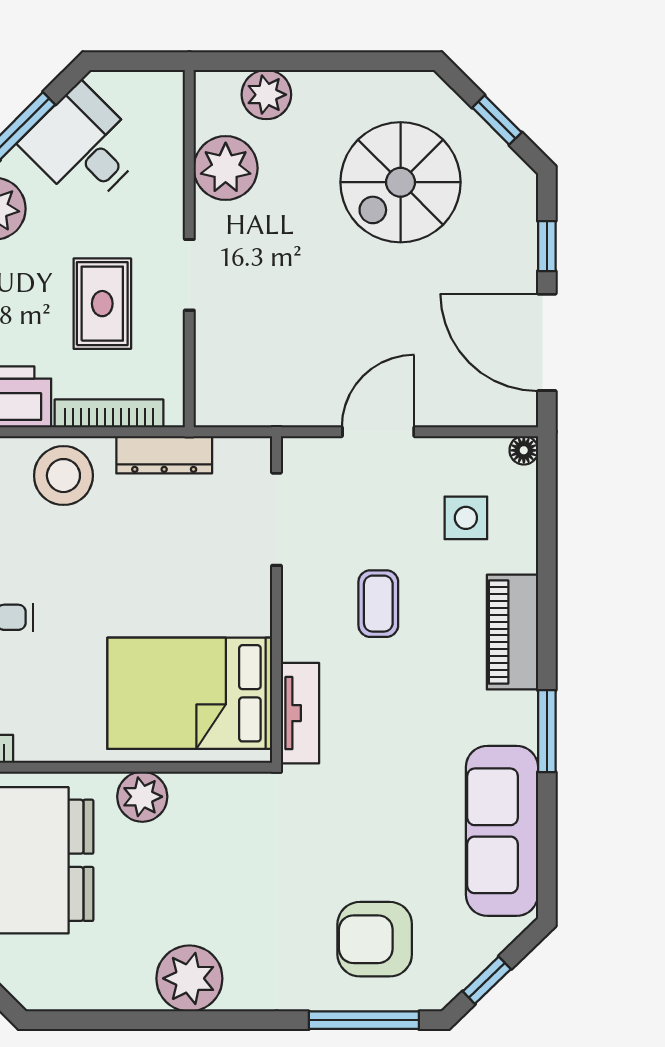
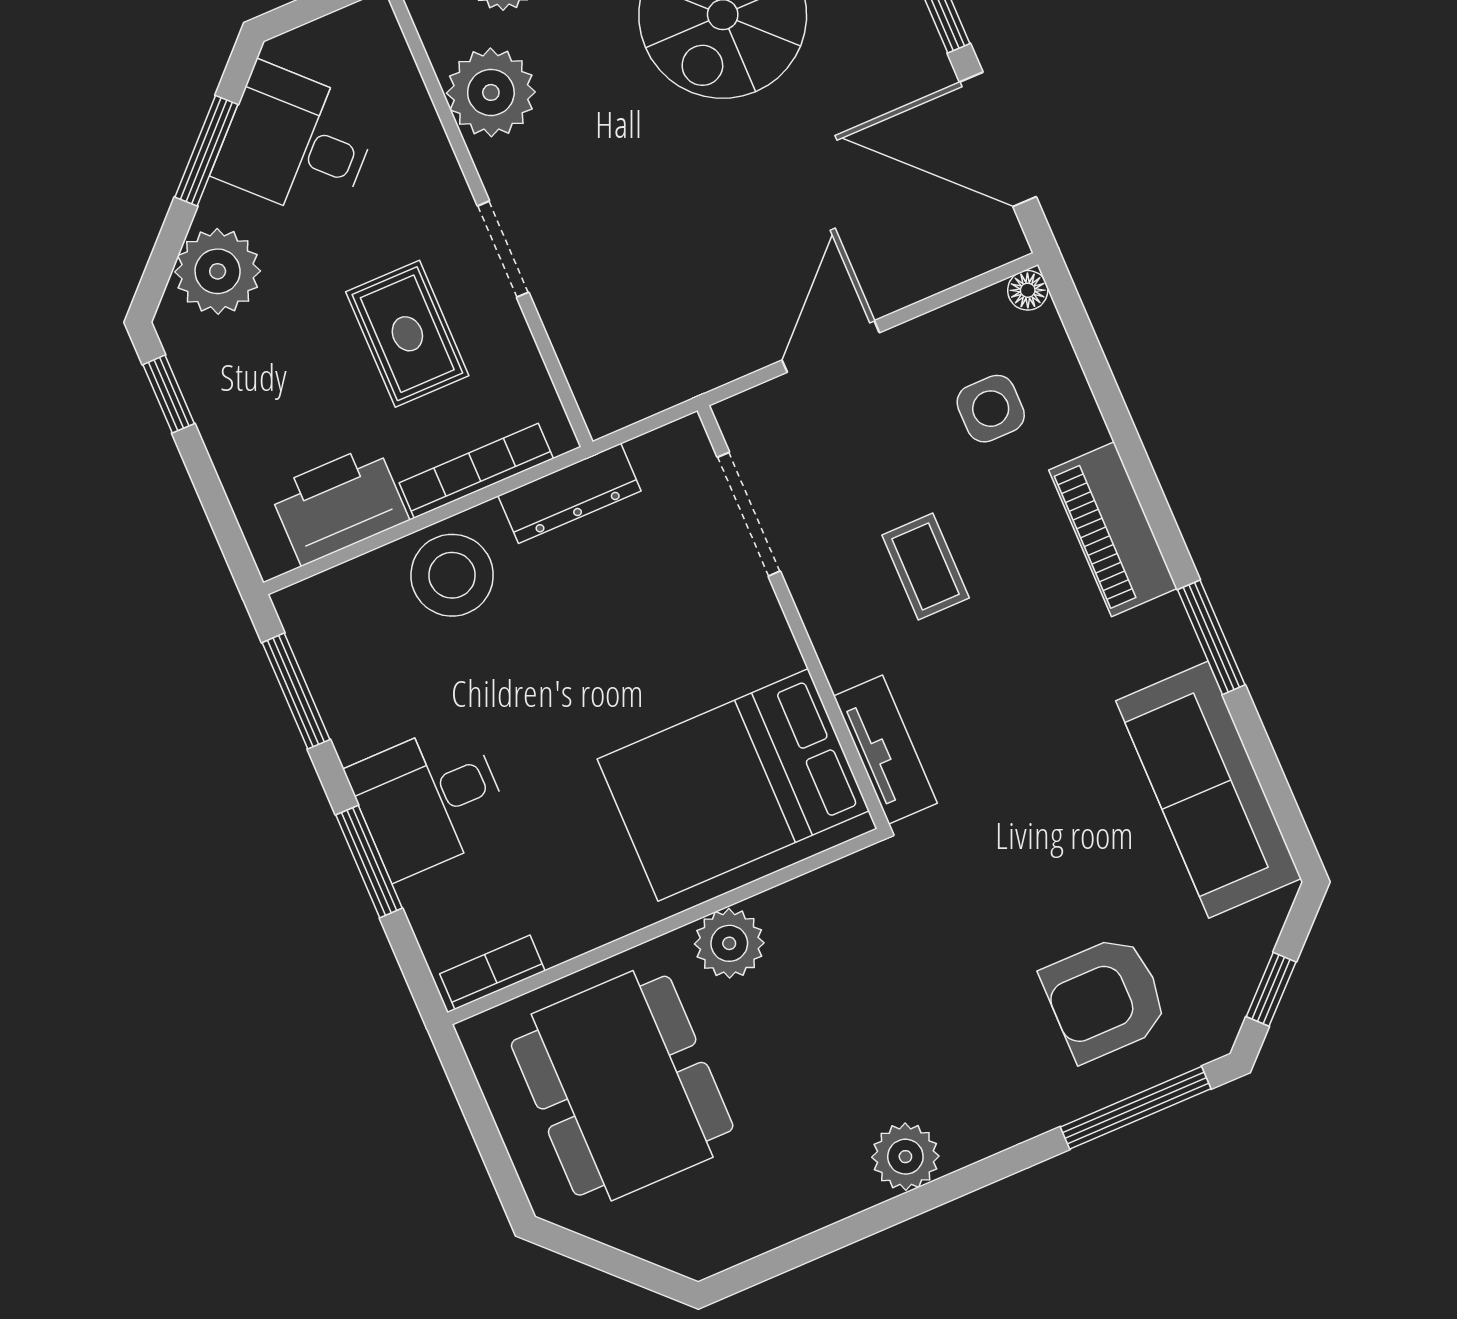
plant: (189, 978) -> (905, 1157), width x0.73, depth x0.73

